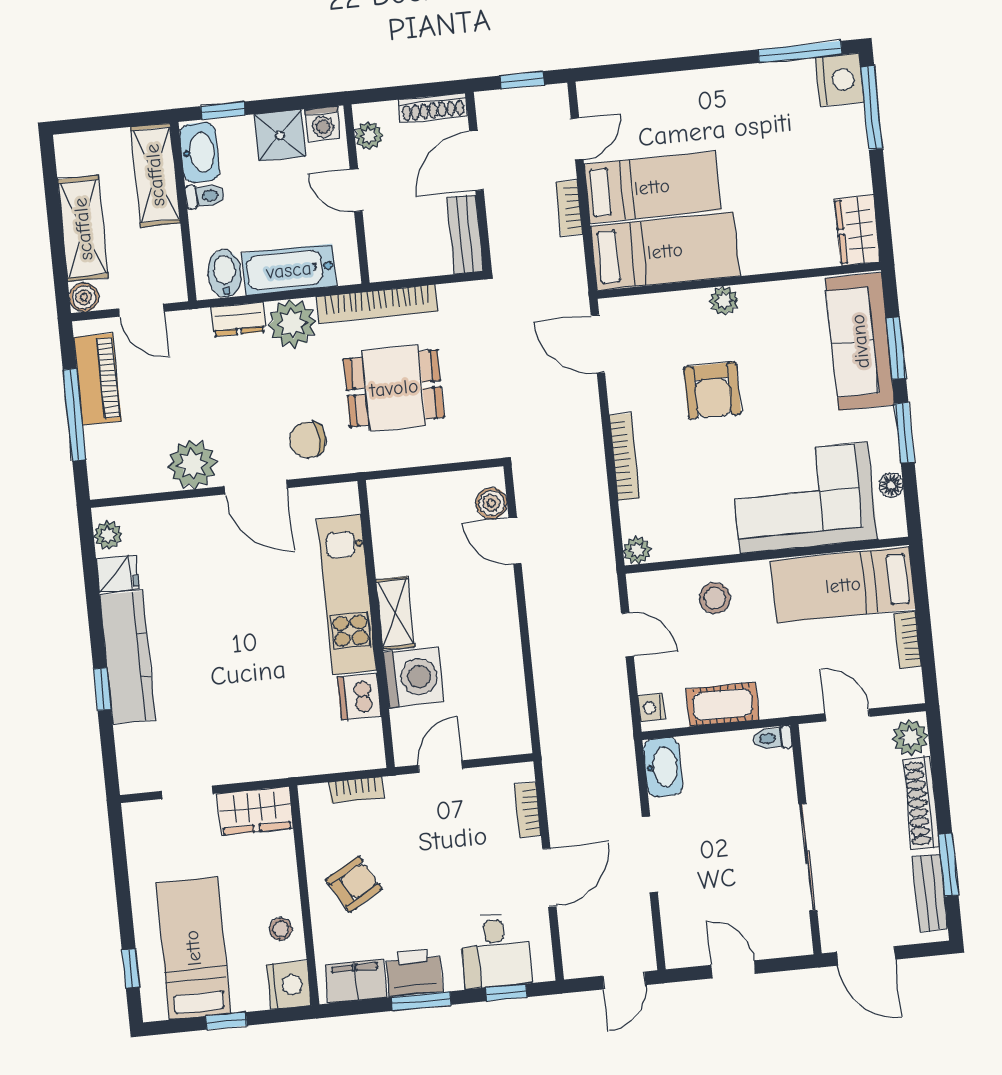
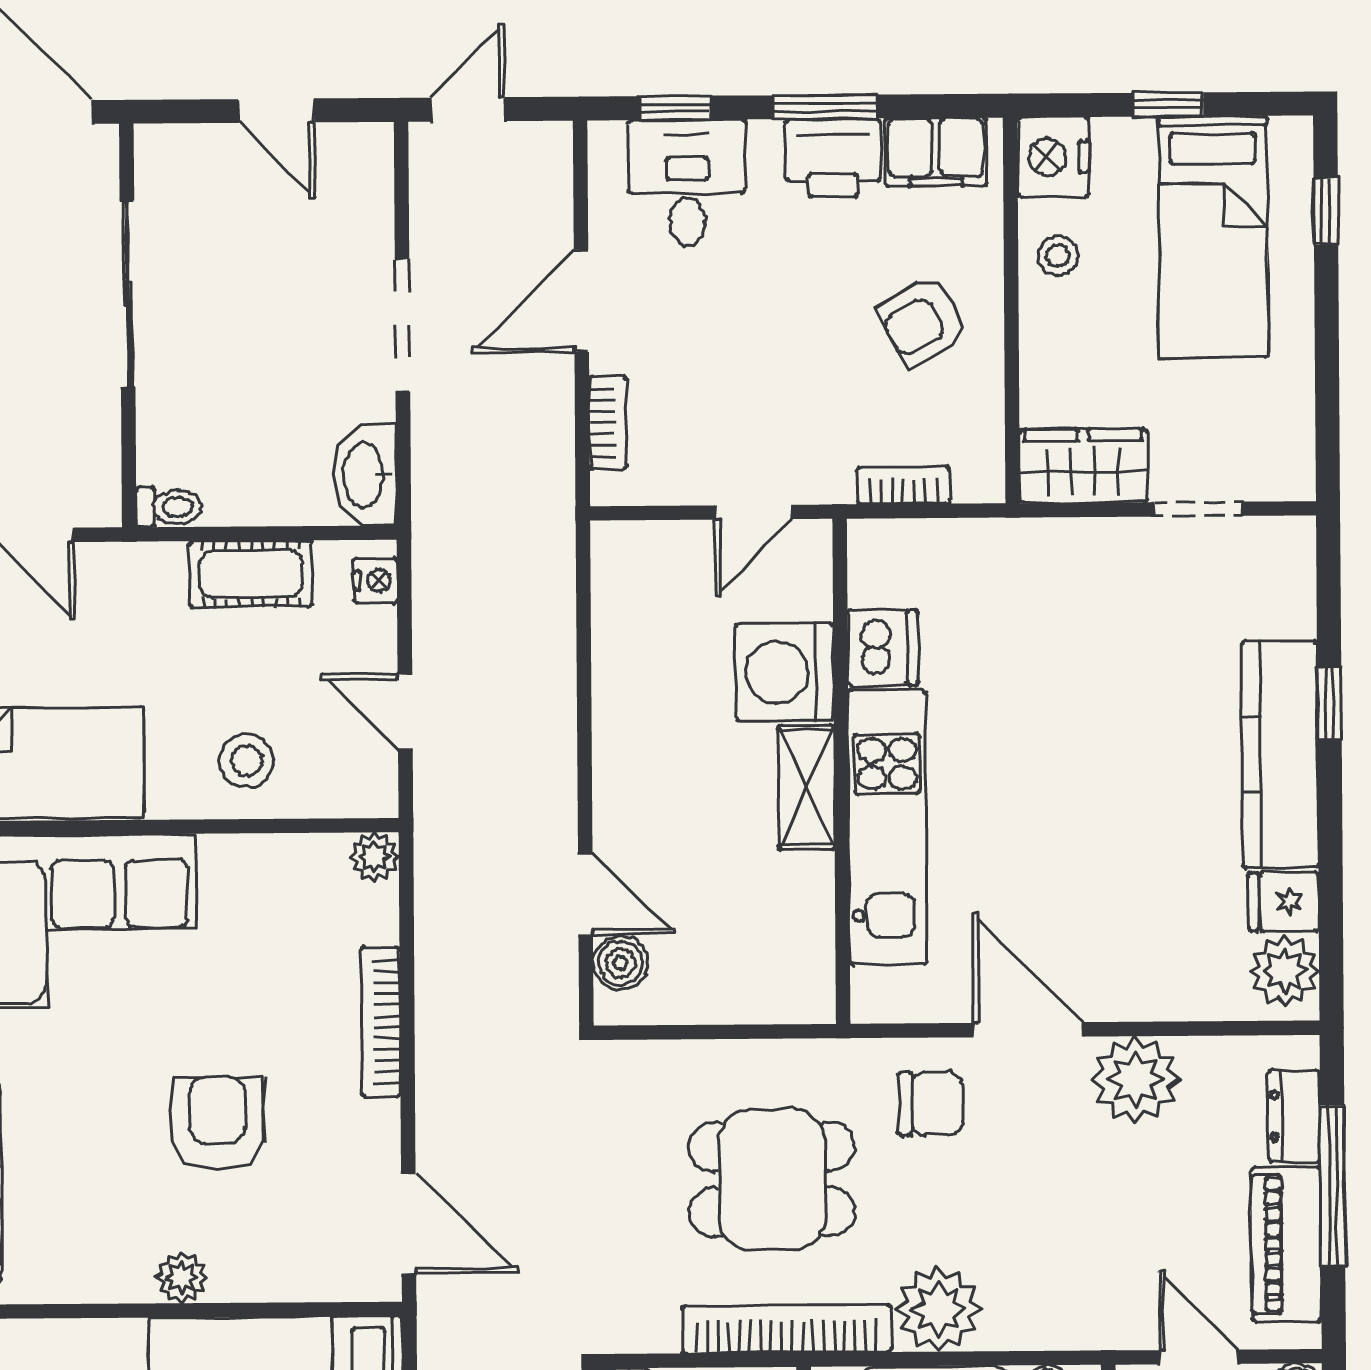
dresser: (238, 319) -> (1294, 1116), moved, turned -90
plant: (108, 535) -> (1285, 971), width x1.38, depth x1.38

